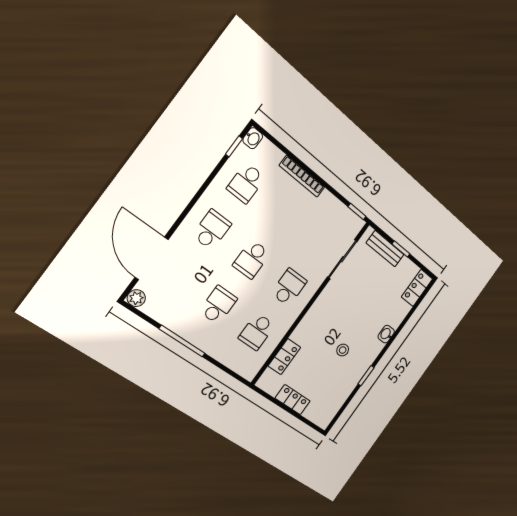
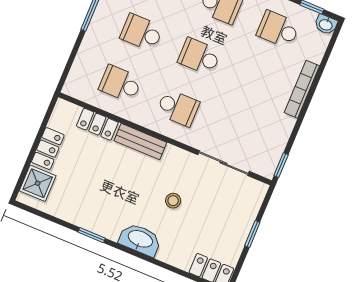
bench: (385, 249) -> (140, 142), moved, turned 90
school desk: (218, 305) -> (142, 33), turned 180
washbasin: (386, 334) -> (140, 239), width x1.91, depth x1.45
stool: (343, 350) -> (173, 201), moved
shower: (317, 411) -> (38, 183), added

